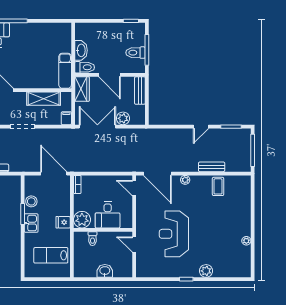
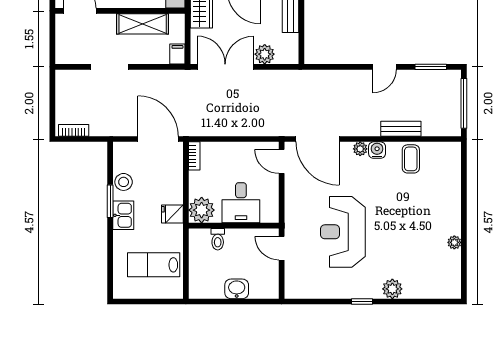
water cooler: (196, 181) -> (377, 150), added

